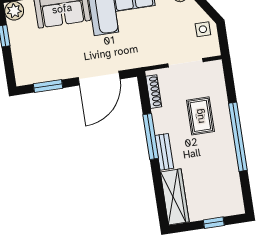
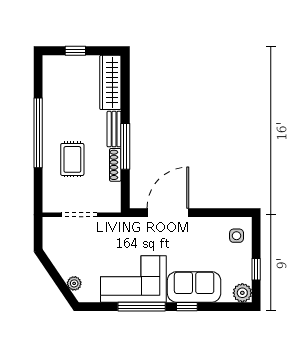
side table: (203, 29) -> (237, 236), moved
window: (48, 86) -> (220, 213), removed
shoe rack: (154, 92) -> (115, 165), moved

